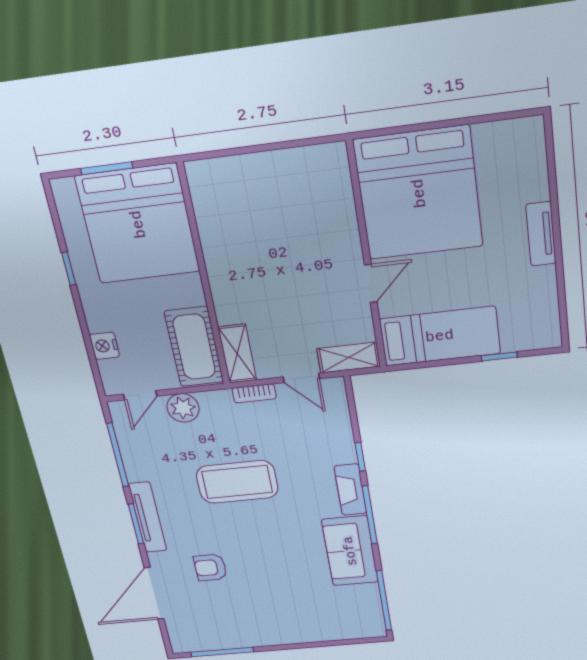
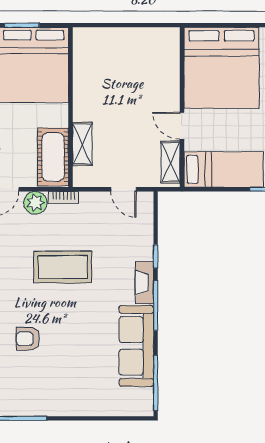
door: (371, 284) -> (182, 126), swing flipped
shelving: (237, 354) -> (82, 144), moved
shelving: (349, 358) -> (171, 162), moved, turned 90
bookcase: (254, 393) -> (64, 197), moved
sofa: (350, 551) -> (136, 346), width x1.36

